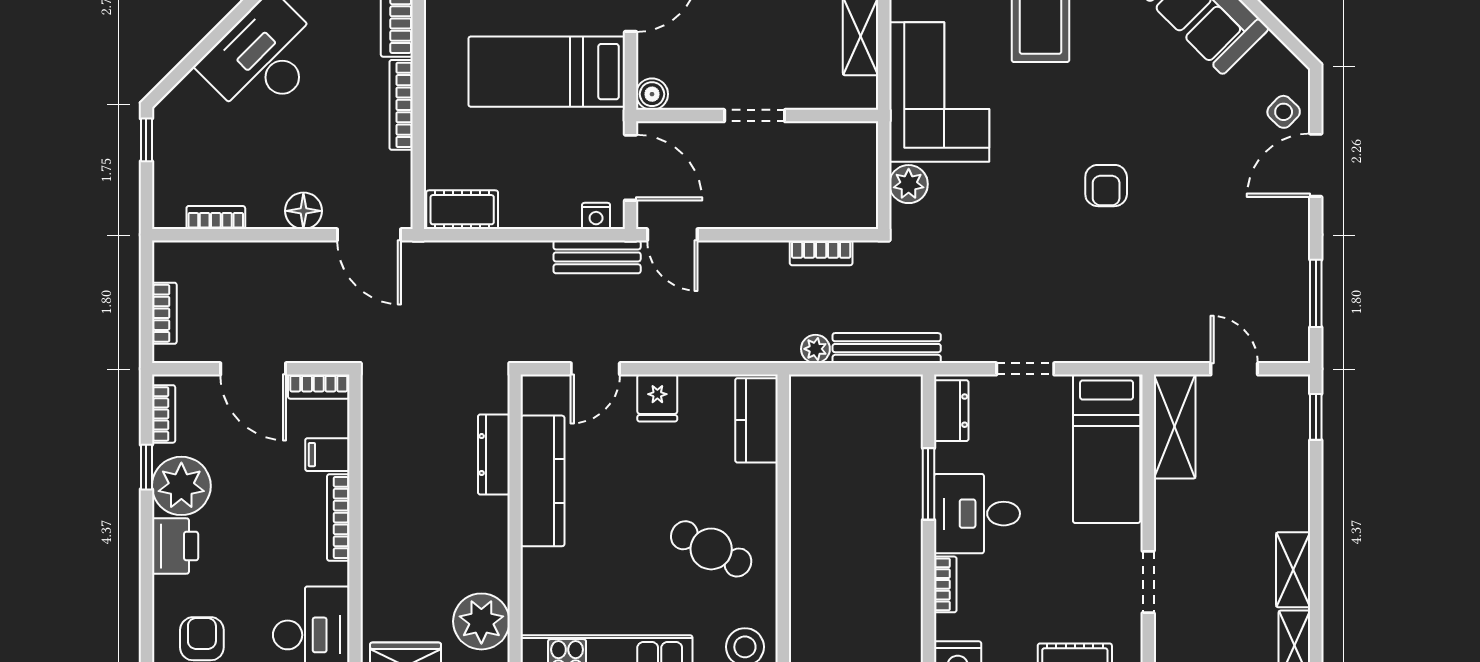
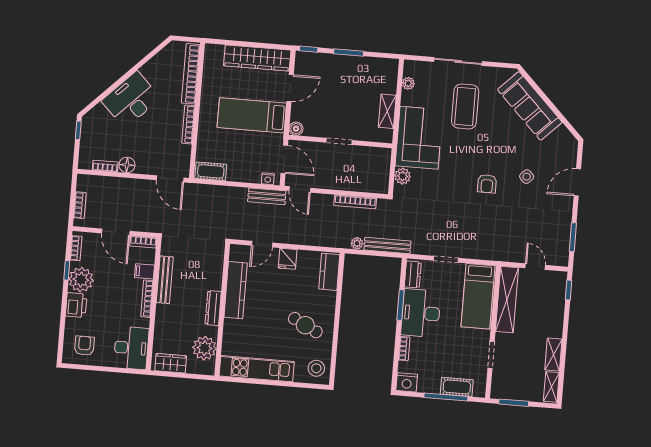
side table: (1284, 112) -> (527, 177), moved
floor lamp: (303, 211) -> (127, 165), moved
bookcase: (821, 253) -> (355, 202), width x1.56
shelving: (1175, 427) -> (507, 300), width x1.47
dresser: (494, 455) -> (213, 308), moved
bench: (376, 470) -> (165, 280), added
desk: (977, 514) -> (421, 313), width x1.37

